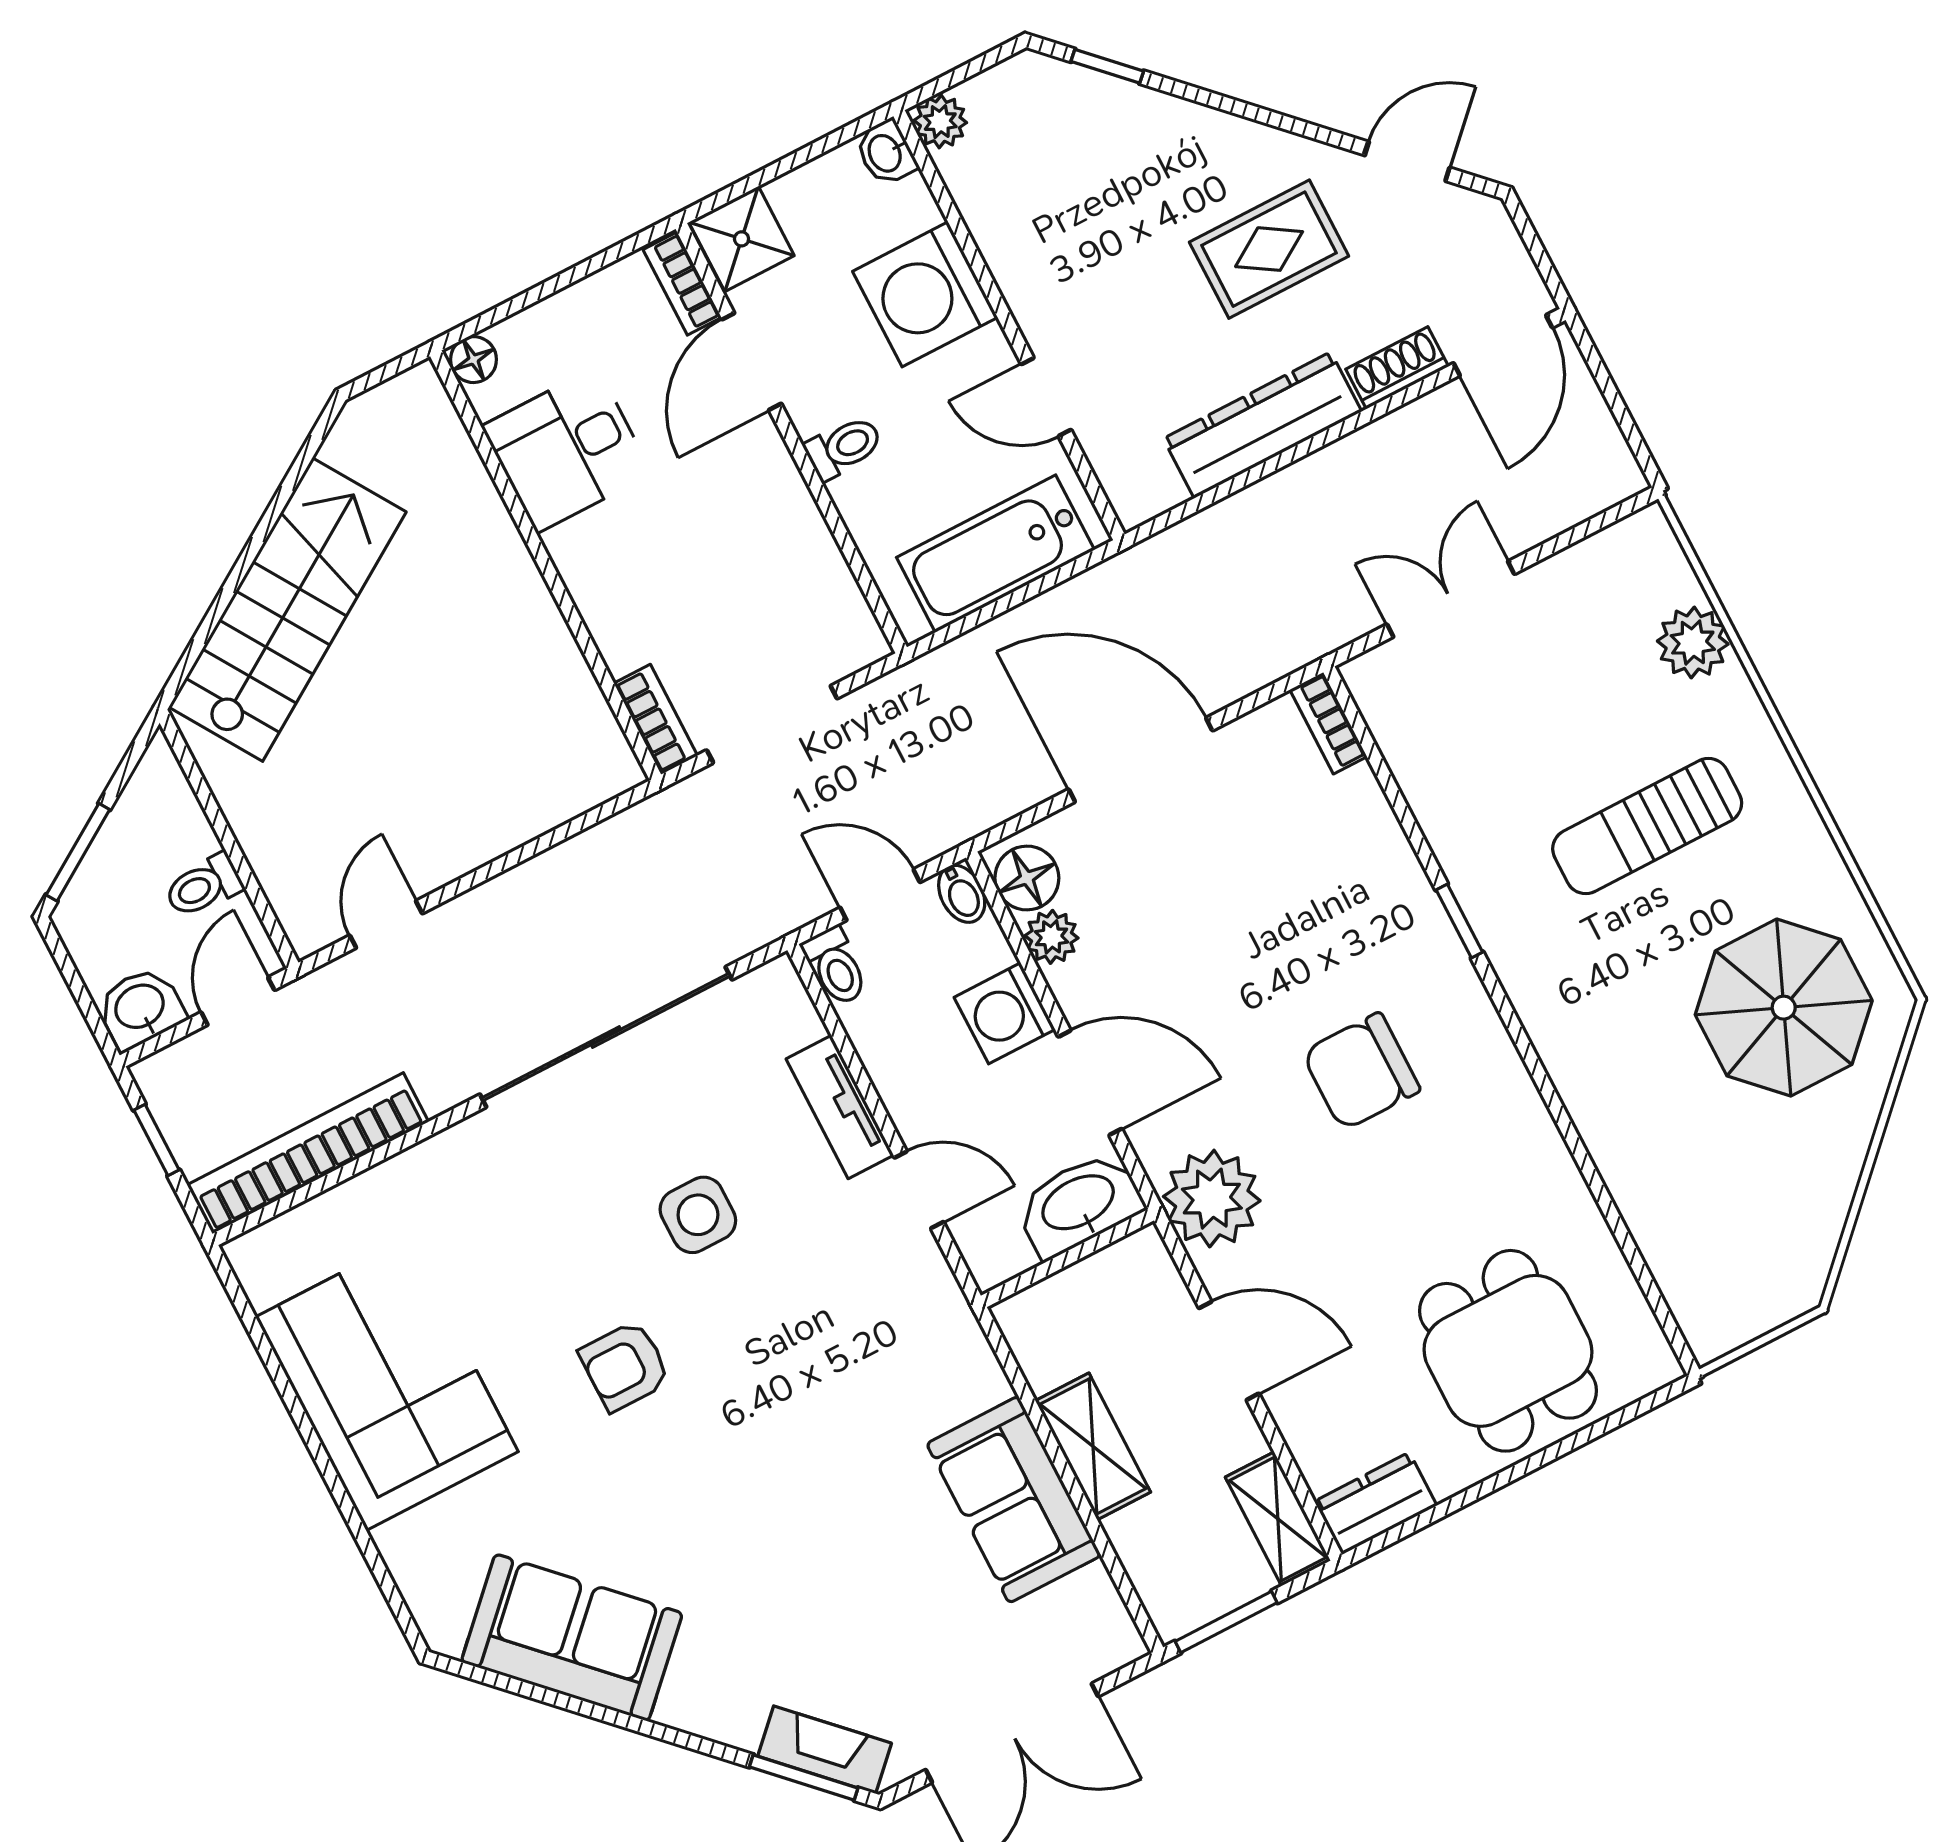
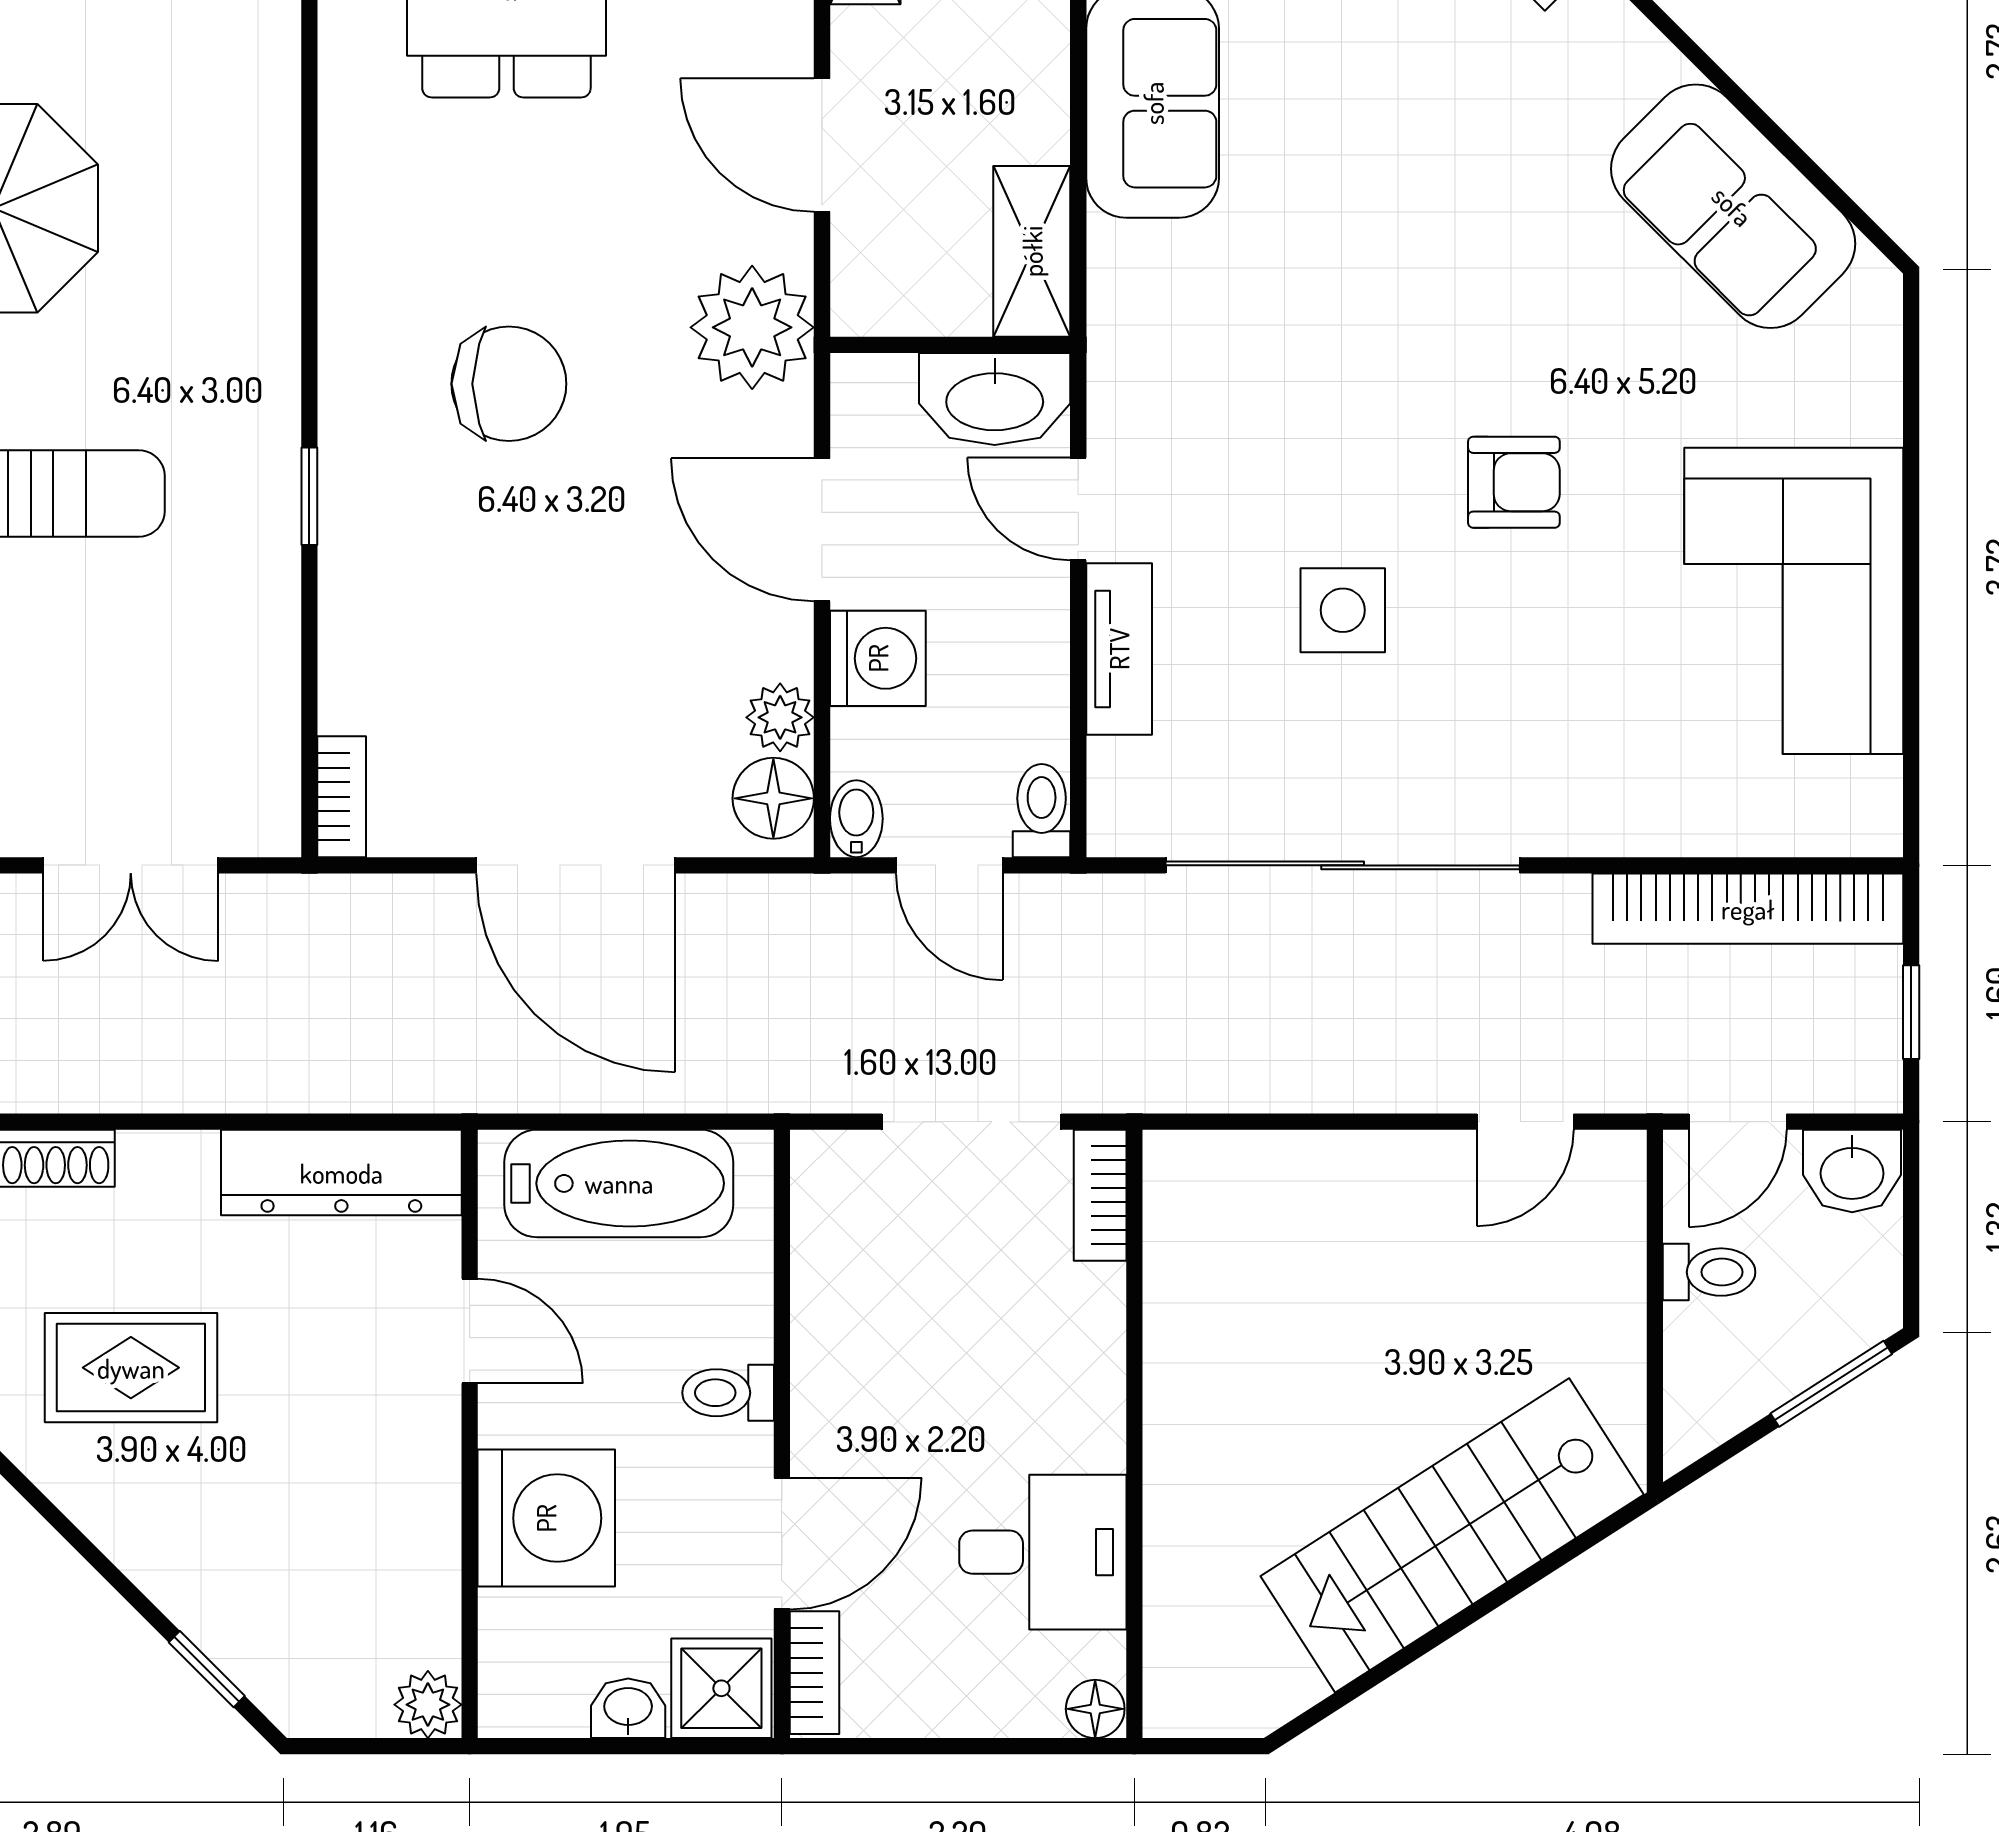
washbasin: (886, 153) -> (628, 1708), moved, turned -90
dresser: (1262, 425) -> (341, 1173), moved
washbasin: (1079, 1204) -> (995, 399), moved
shelving: (1093, 1446) -> (1032, 251), moved

